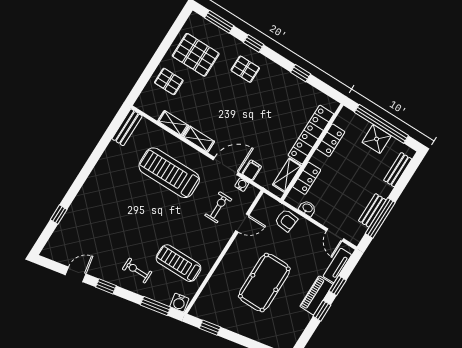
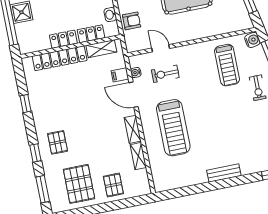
bench: (127, 127) -> (224, 173), moved
locker: (331, 140) -> (63, 39), moved
armchair: (286, 220) -> (132, 21), turned 84

